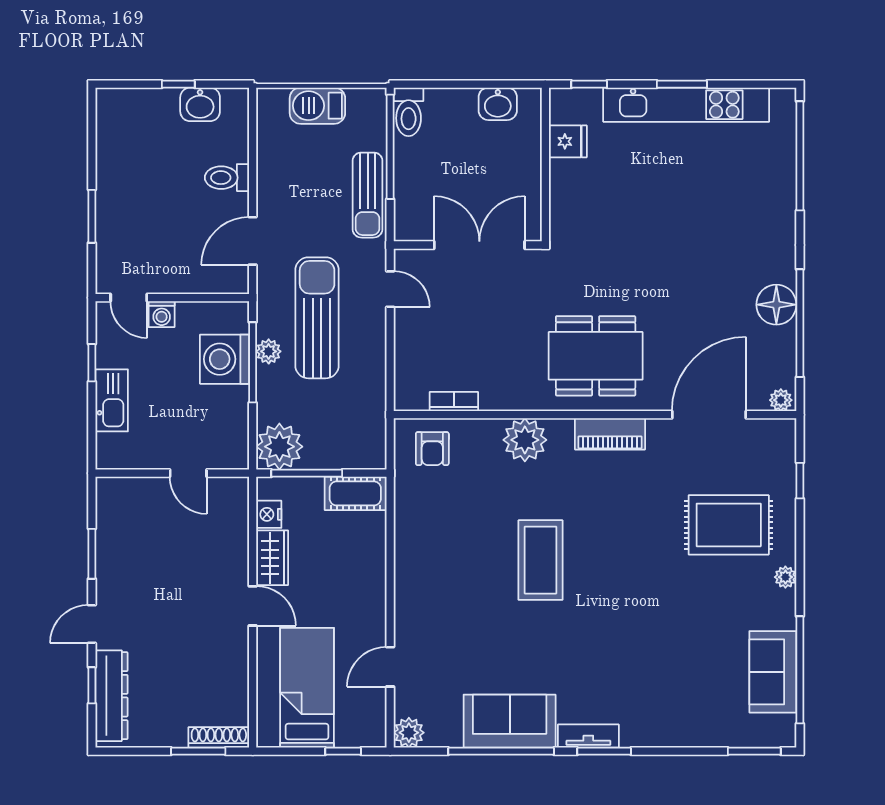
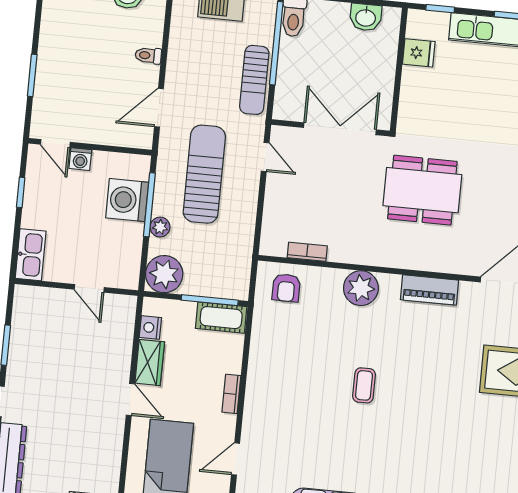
toilet: (227, 178) -> (148, 56), width x0.73, depth x0.72
plant: (269, 351) -> (160, 227), moved
dining table: (596, 356) -> (422, 190), moved
kitchen sink: (112, 400) -> (31, 255), moved
window: (307, 473) -> (210, 300), moved
coffee table: (540, 560) -> (364, 385), width x0.54, depth x0.58
bookcase: (377, 587) -> (231, 394), added

